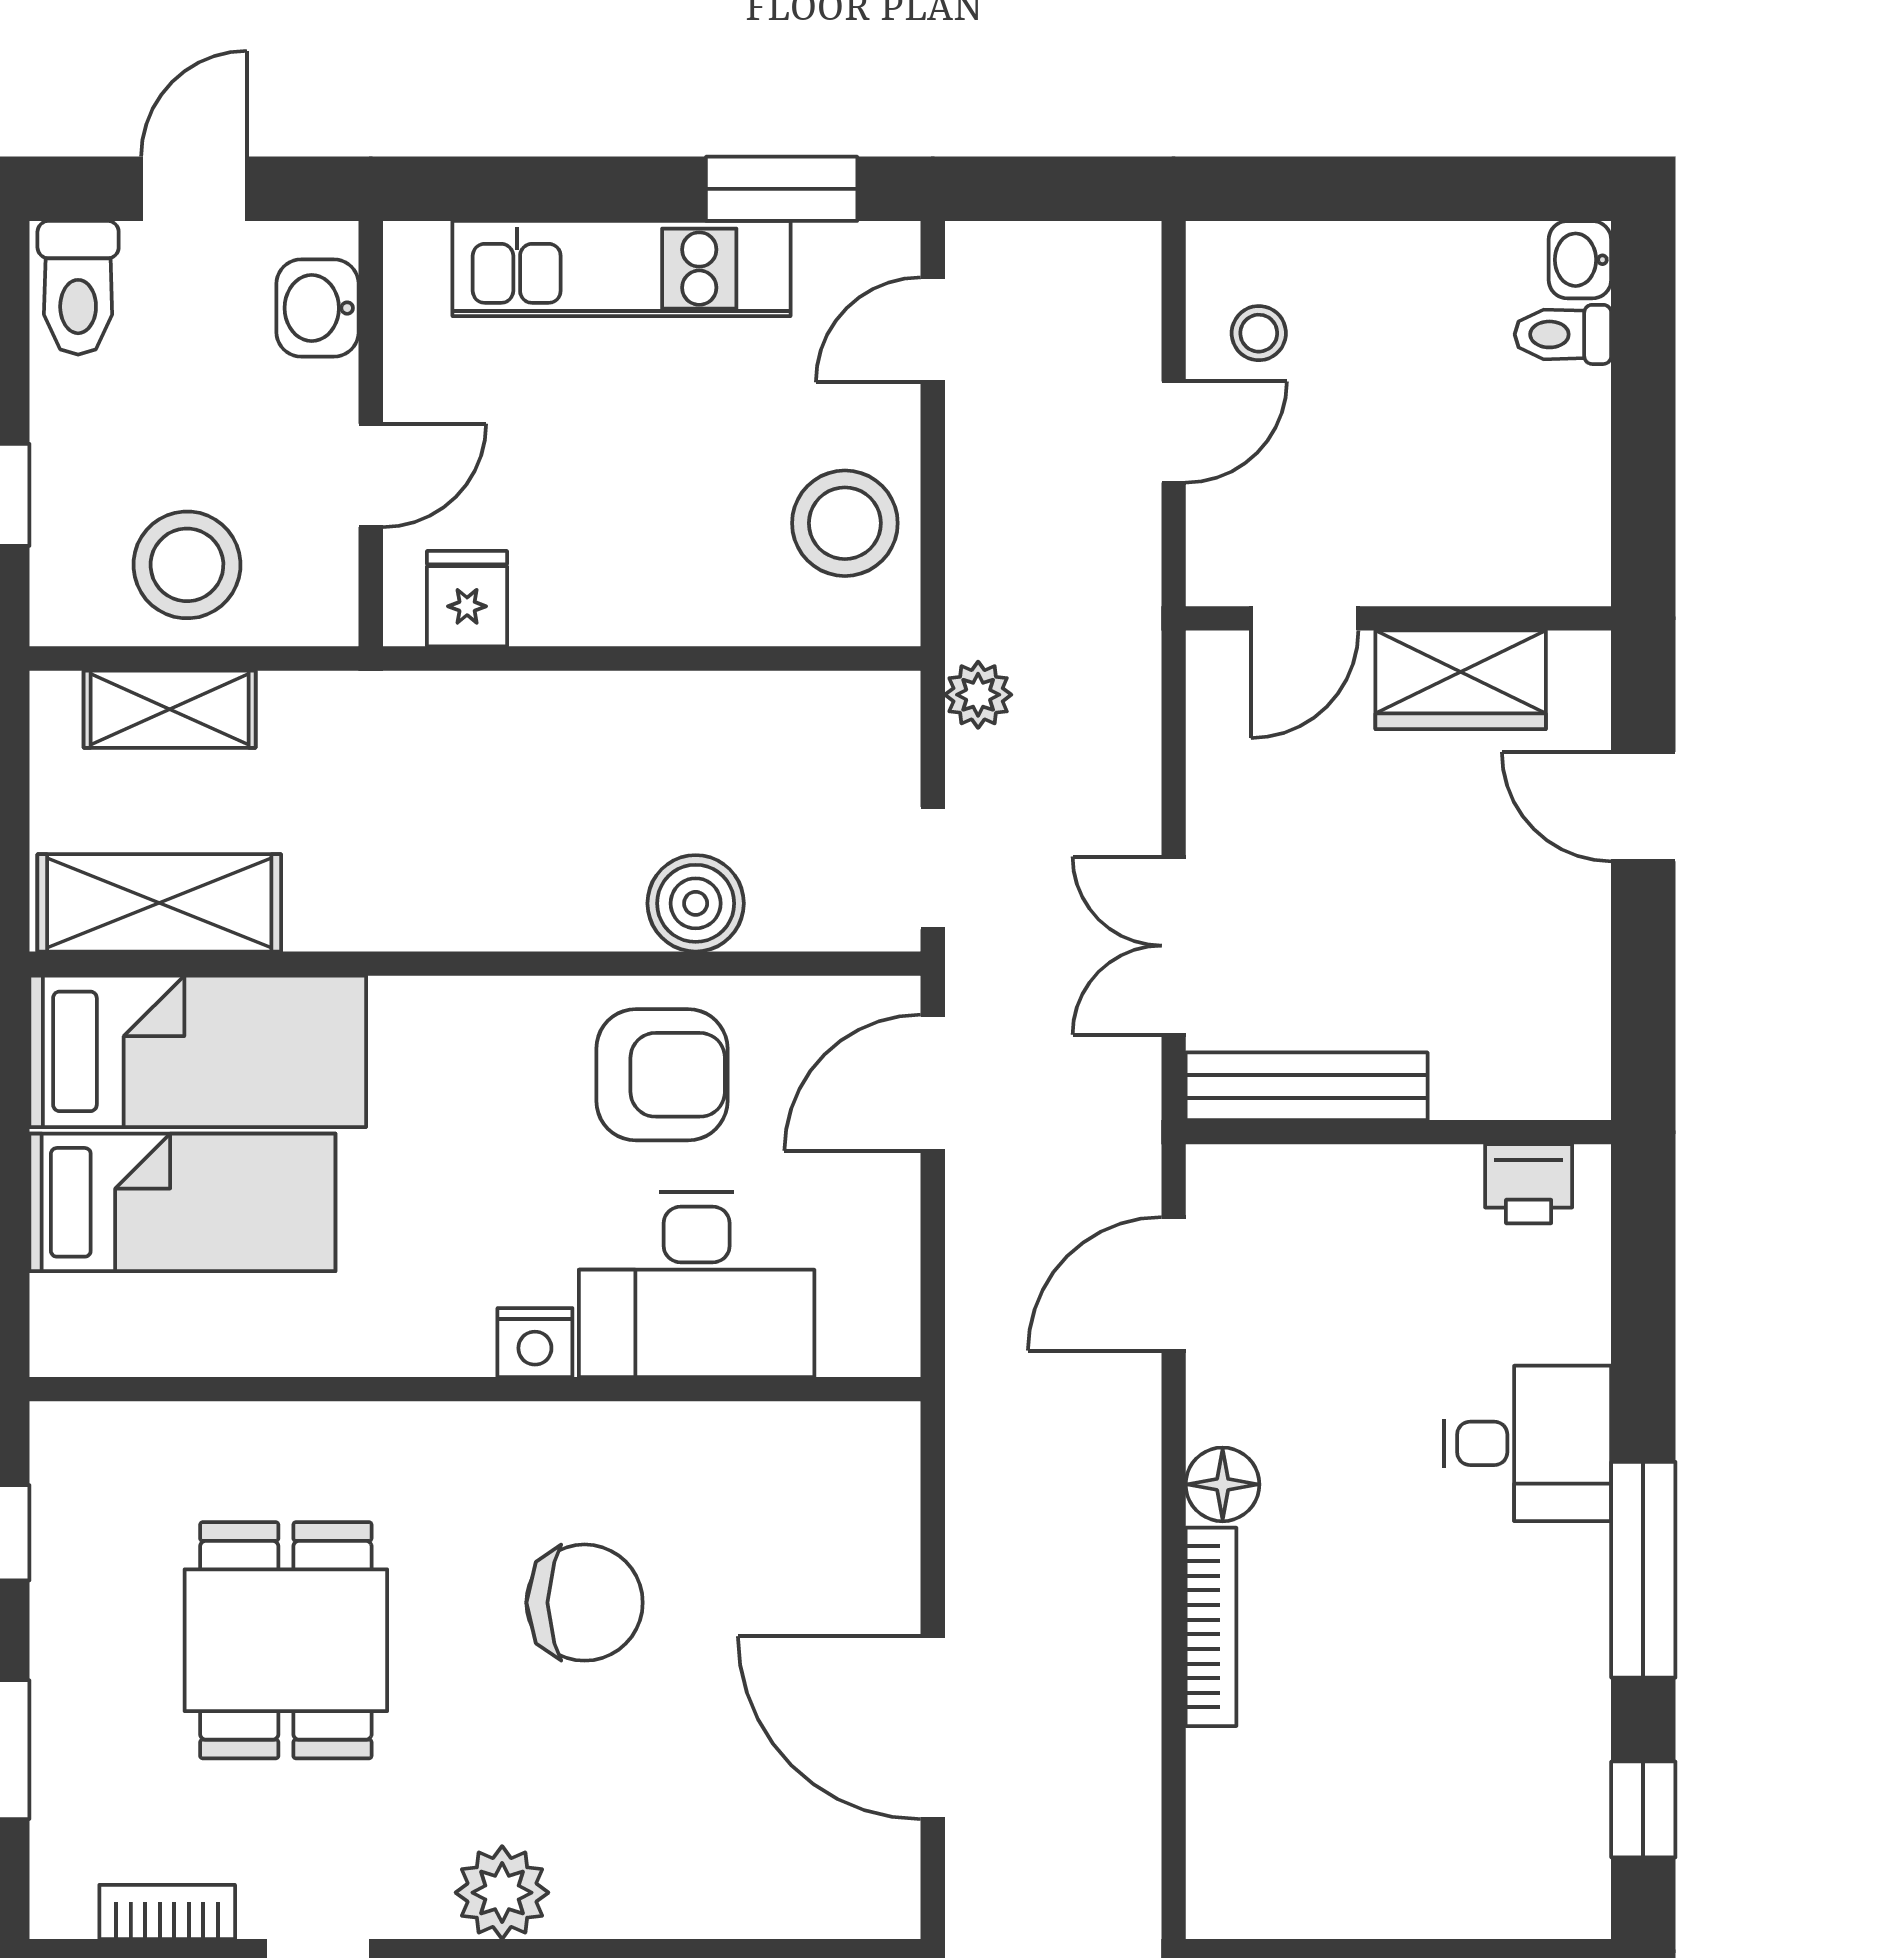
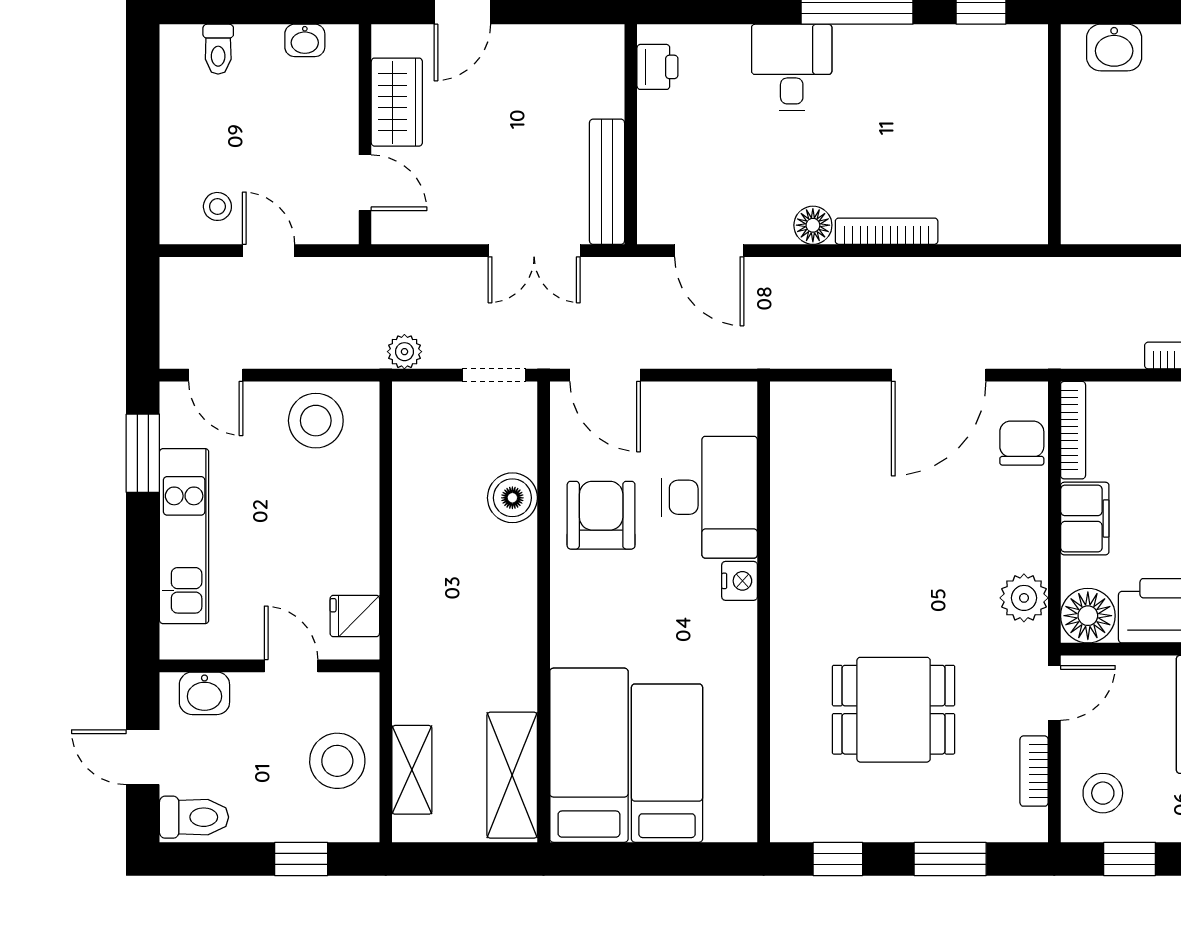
washbasin: (1580, 260) -> (305, 40), moved
chair: (585, 1603) -> (1022, 443), moved, width x0.73, depth x0.73

